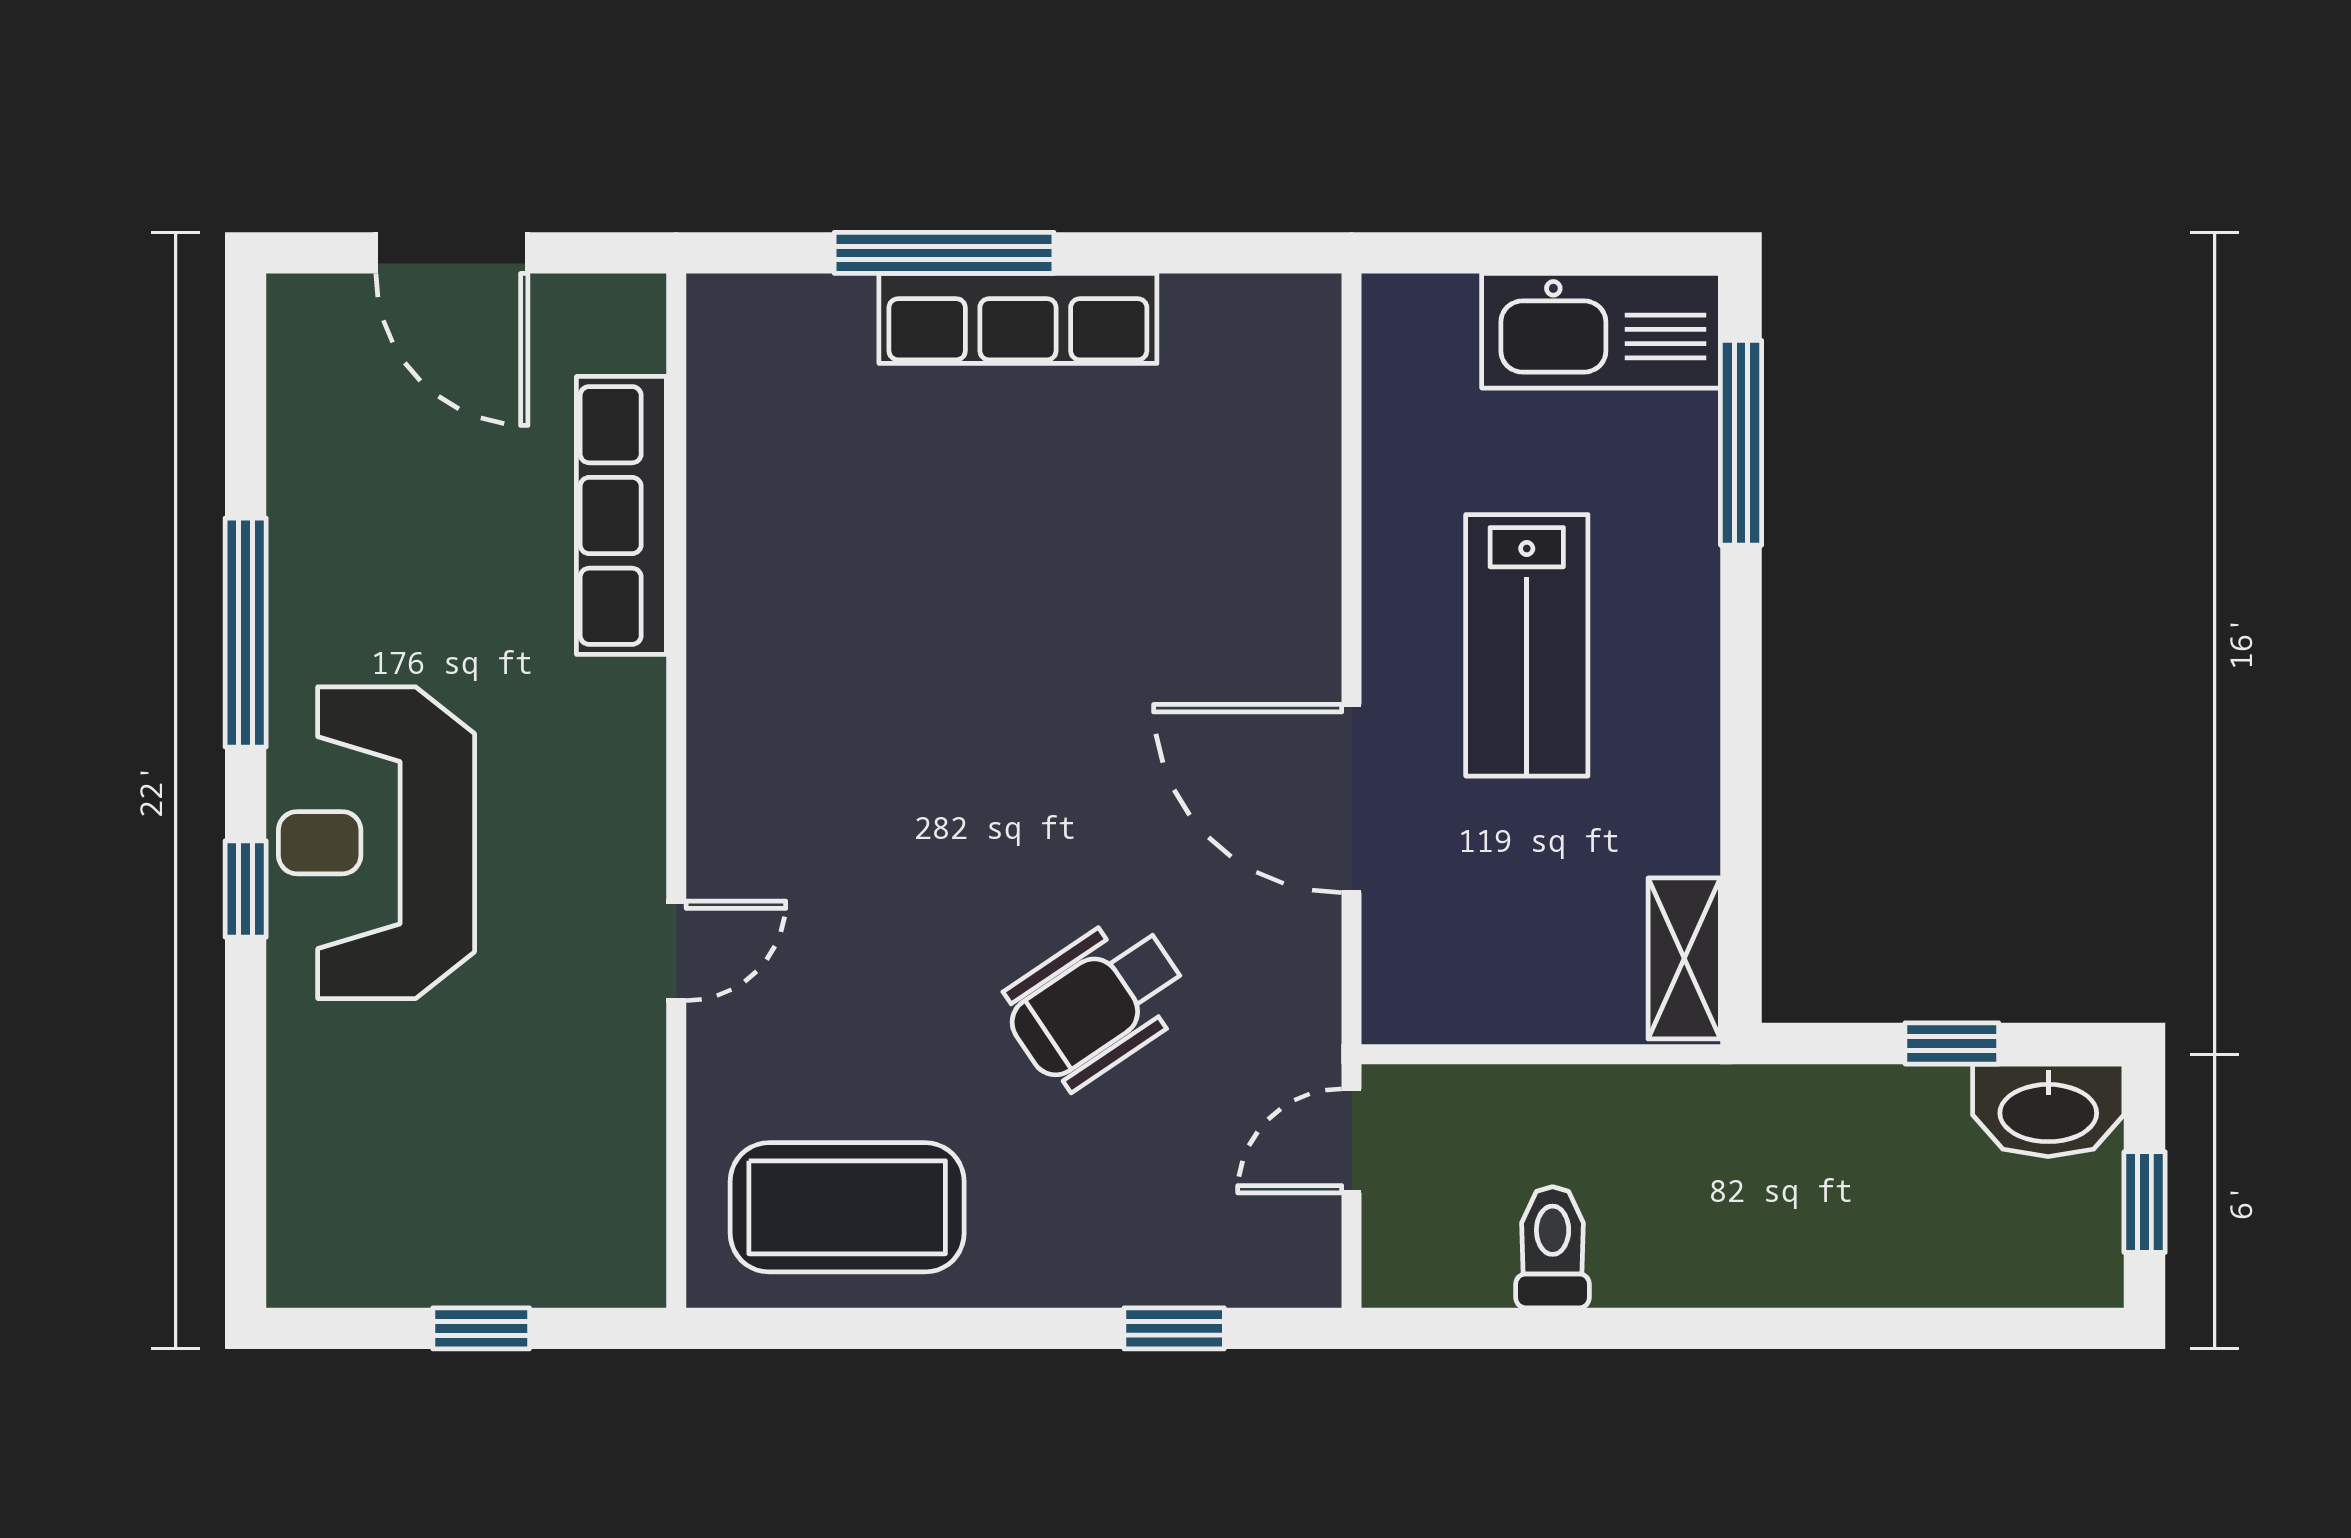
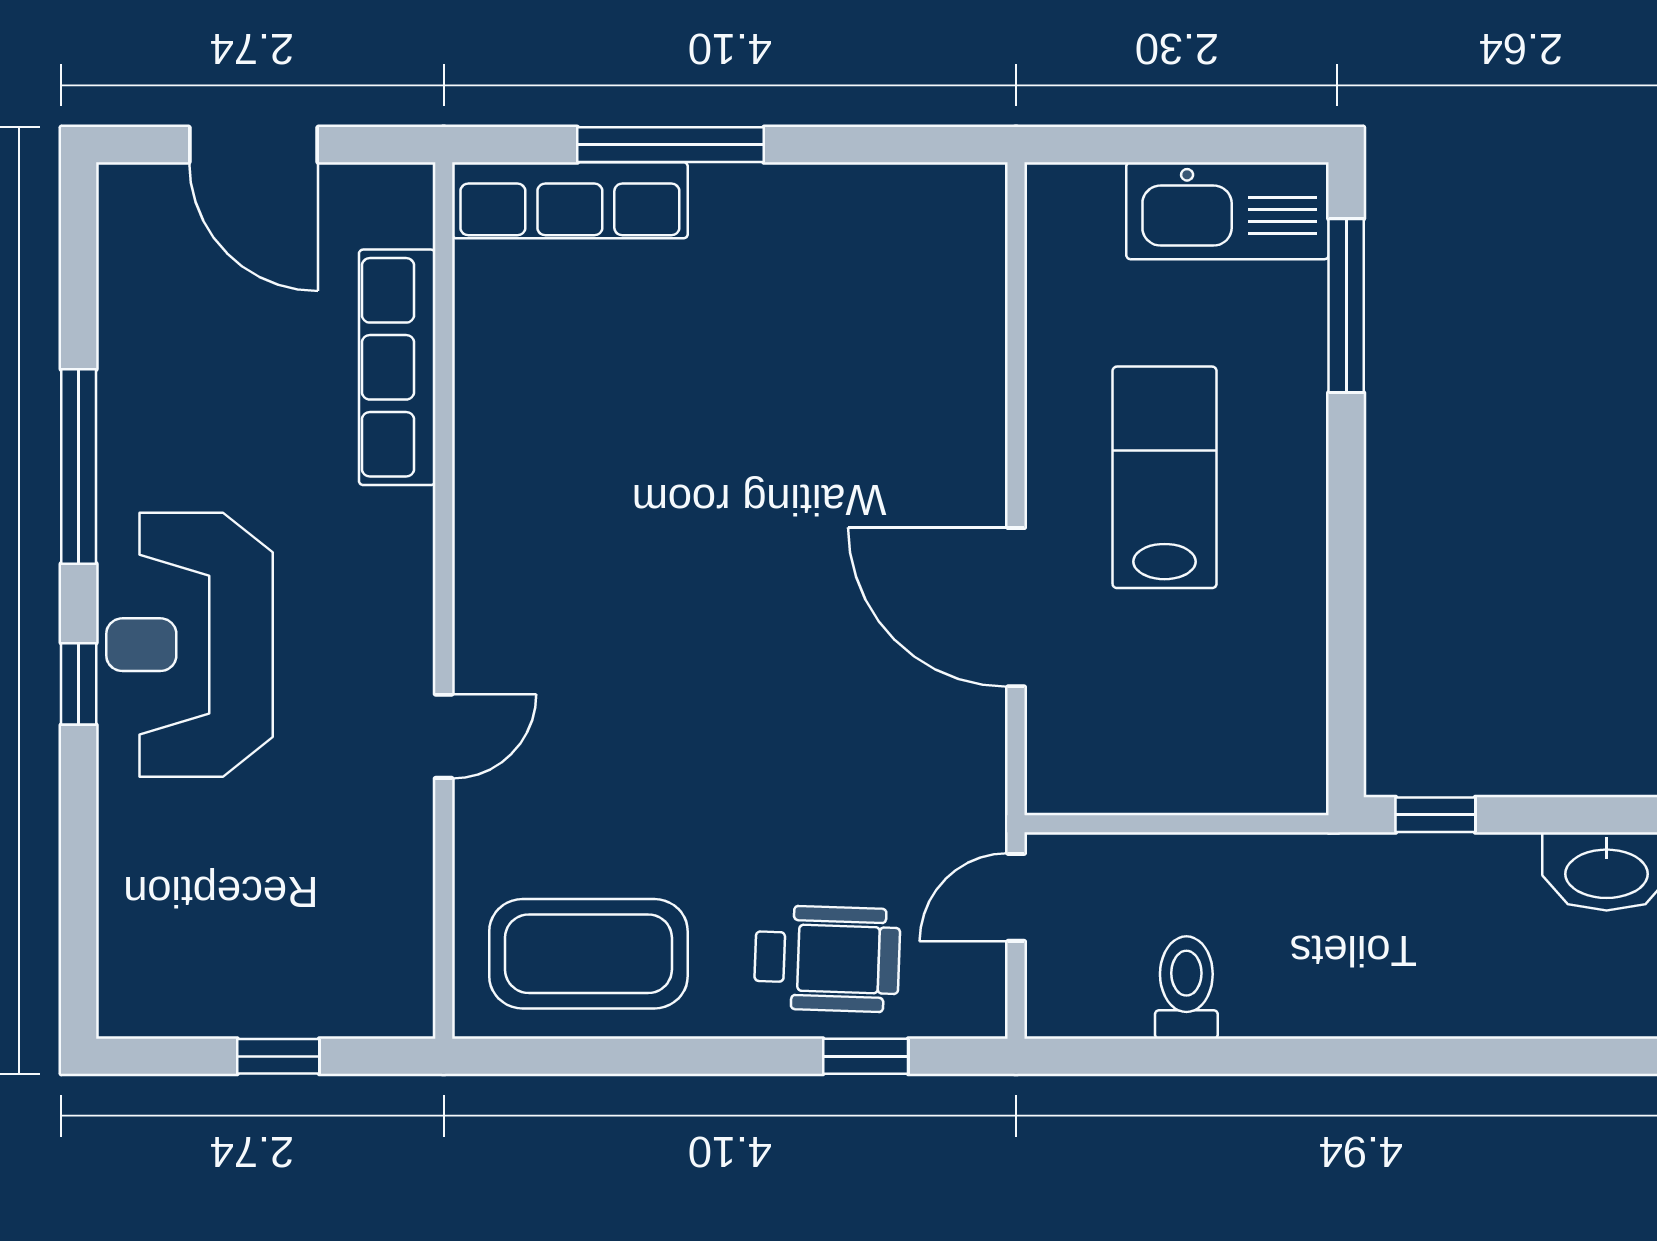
row of seats: (1018, 318) -> (570, 200), moved
lab bench: (1527, 645) -> (1165, 477), turned 180
shelving: (1684, 958) -> (1298, 743), removed
wheelchair: (1096, 1003) -> (827, 959), moved, turned -144
window: (1952, 1043) -> (1435, 815), moved

